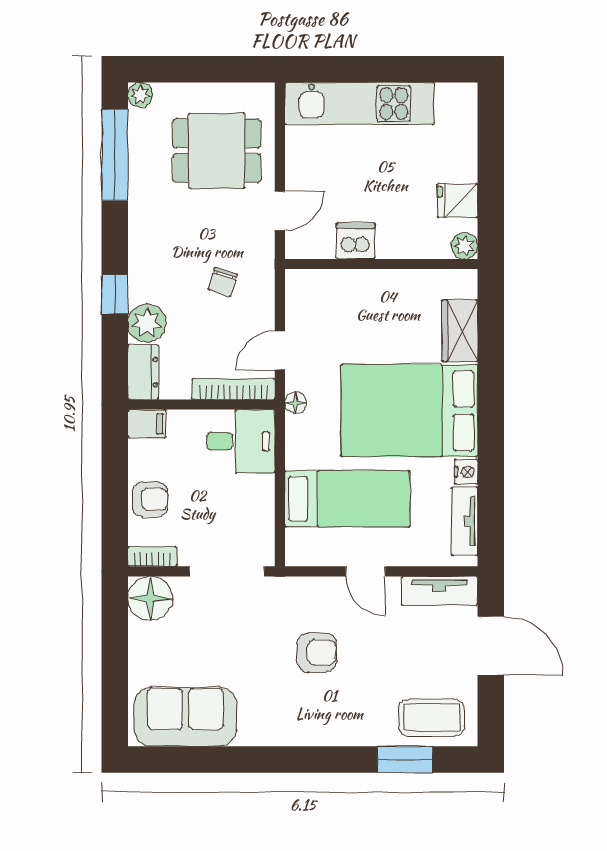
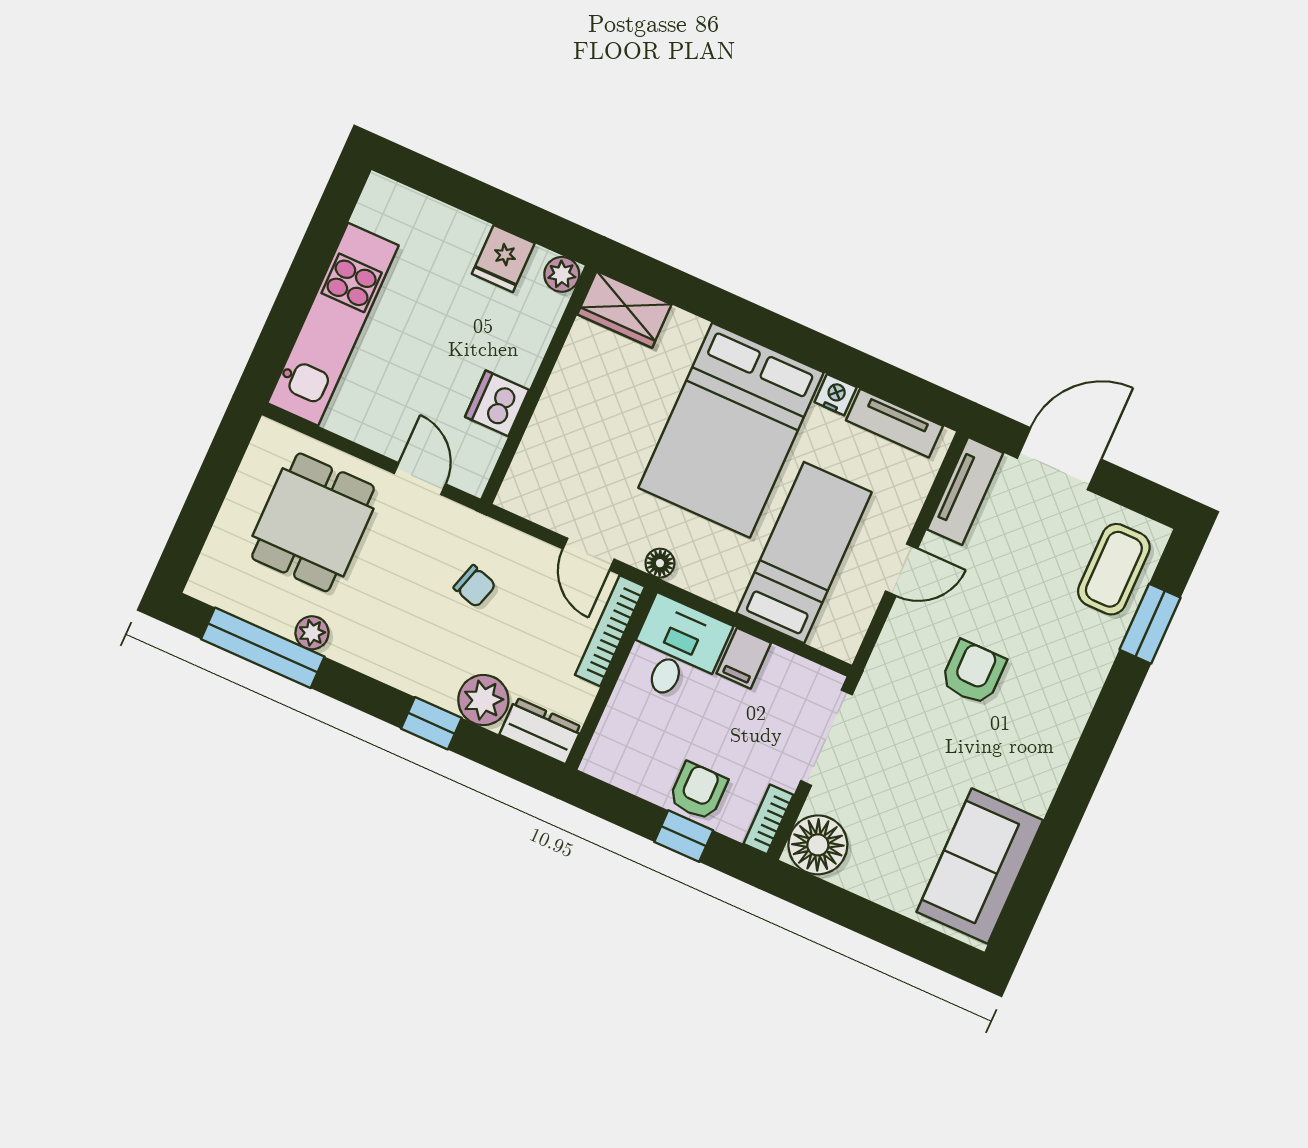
plant: (140, 95) -> (312, 633), moved
wardrobe: (460, 331) -> (624, 309), moved
filing cabinet: (147, 424) -> (744, 658), moved, turned 180
window: (115, 503) -> (684, 836), added

